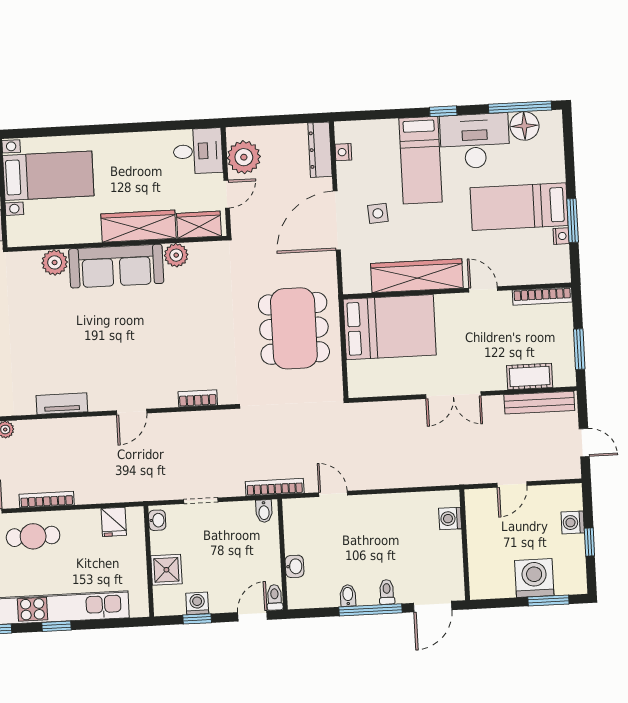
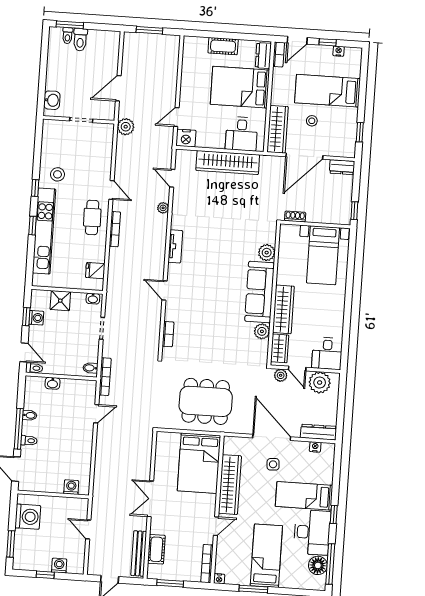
plant: (240, 218) -> (281, 375), added
nightstand: (561, 236) -> (219, 579), moved
washing machine: (534, 578) -> (28, 517), moved

